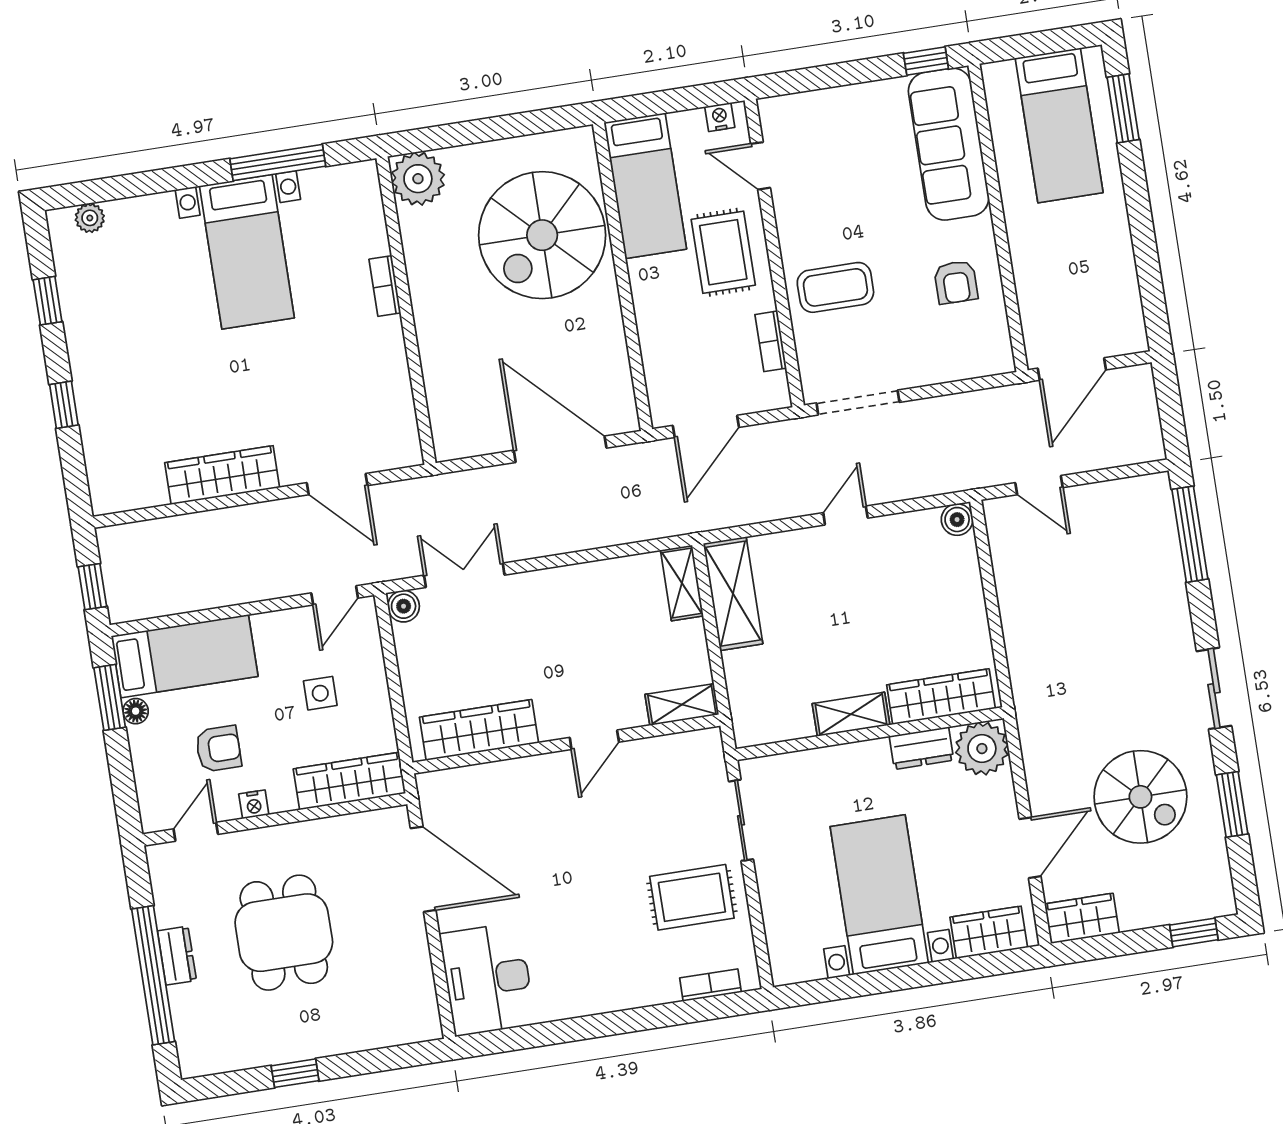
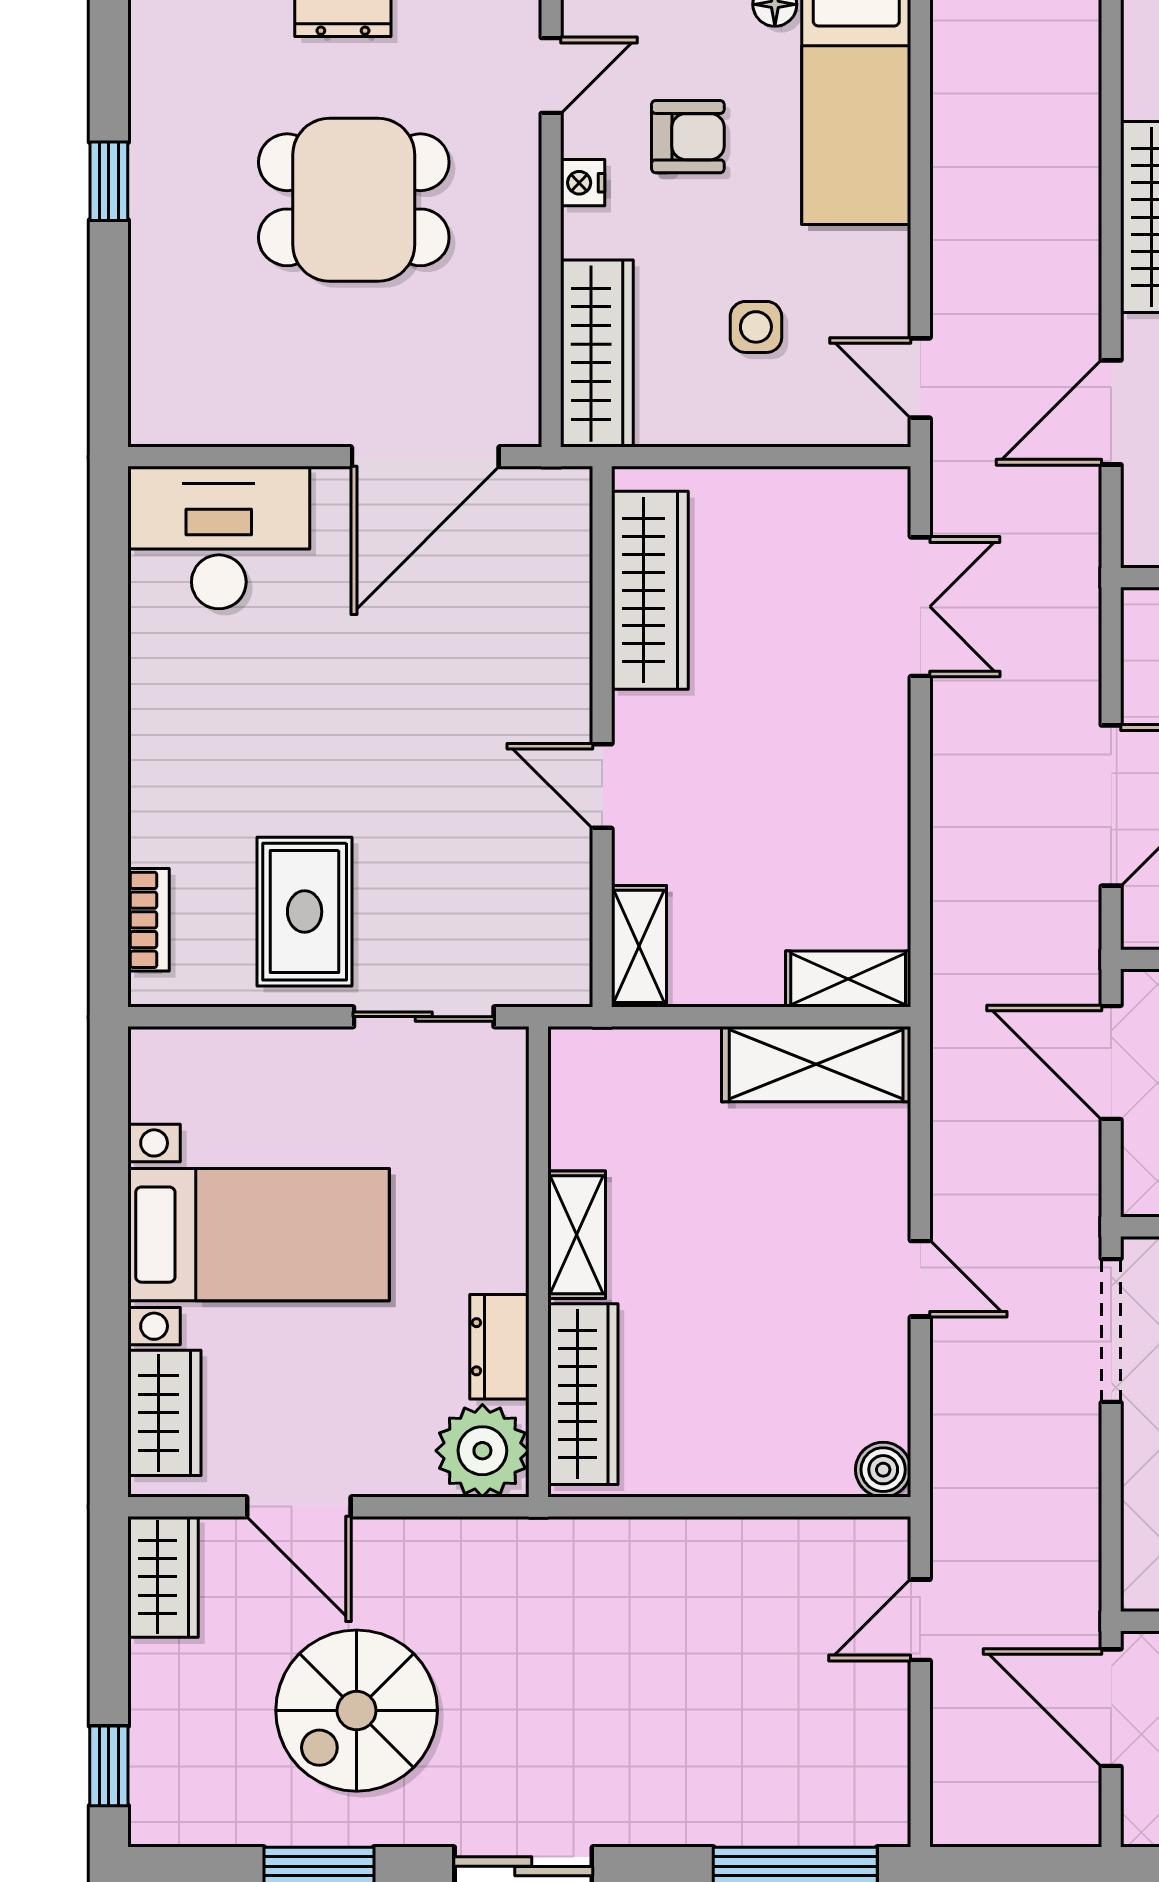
boiler: (404, 606) -> (883, 494), removed
armchair: (218, 749) -> (688, 137), turned -90
door: (196, 832) -> (551, 75), hinge flipped

